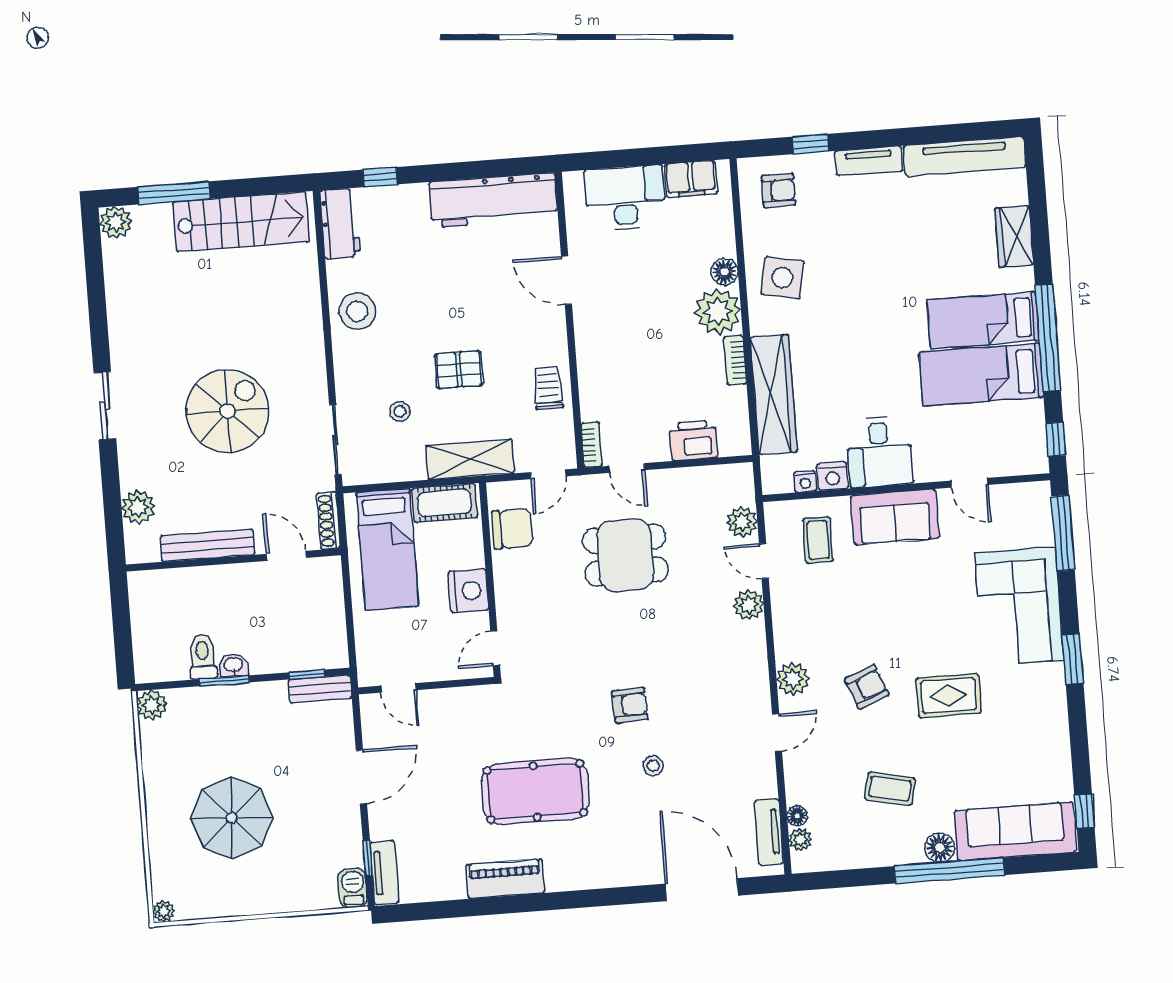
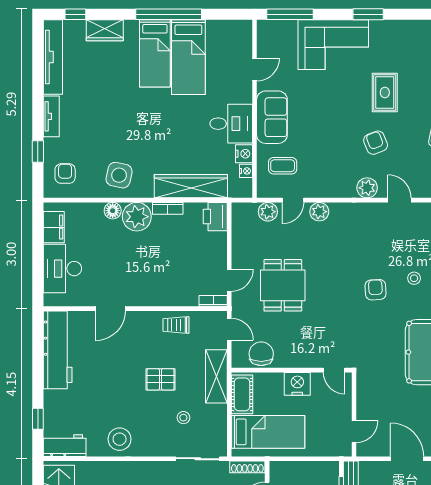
pallet: (459, 370) -> (160, 379), turned 90
window: (1056, 439) -> (75, 14), moved
printer: (693, 440) -> (215, 217), moved

